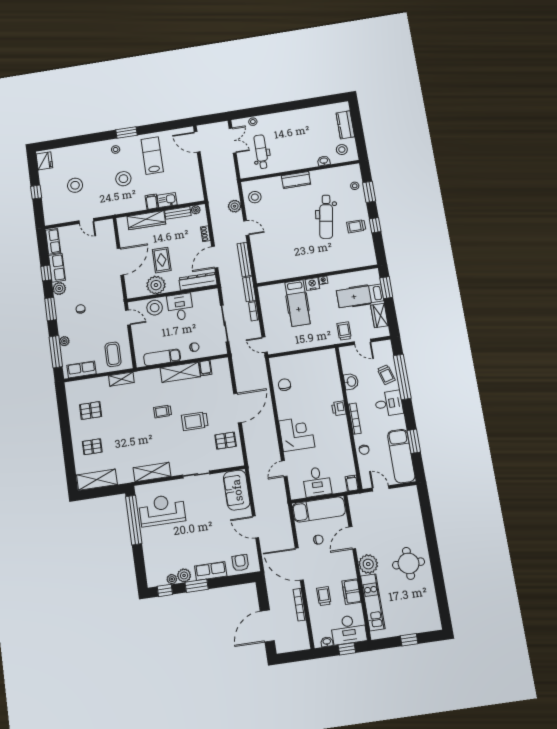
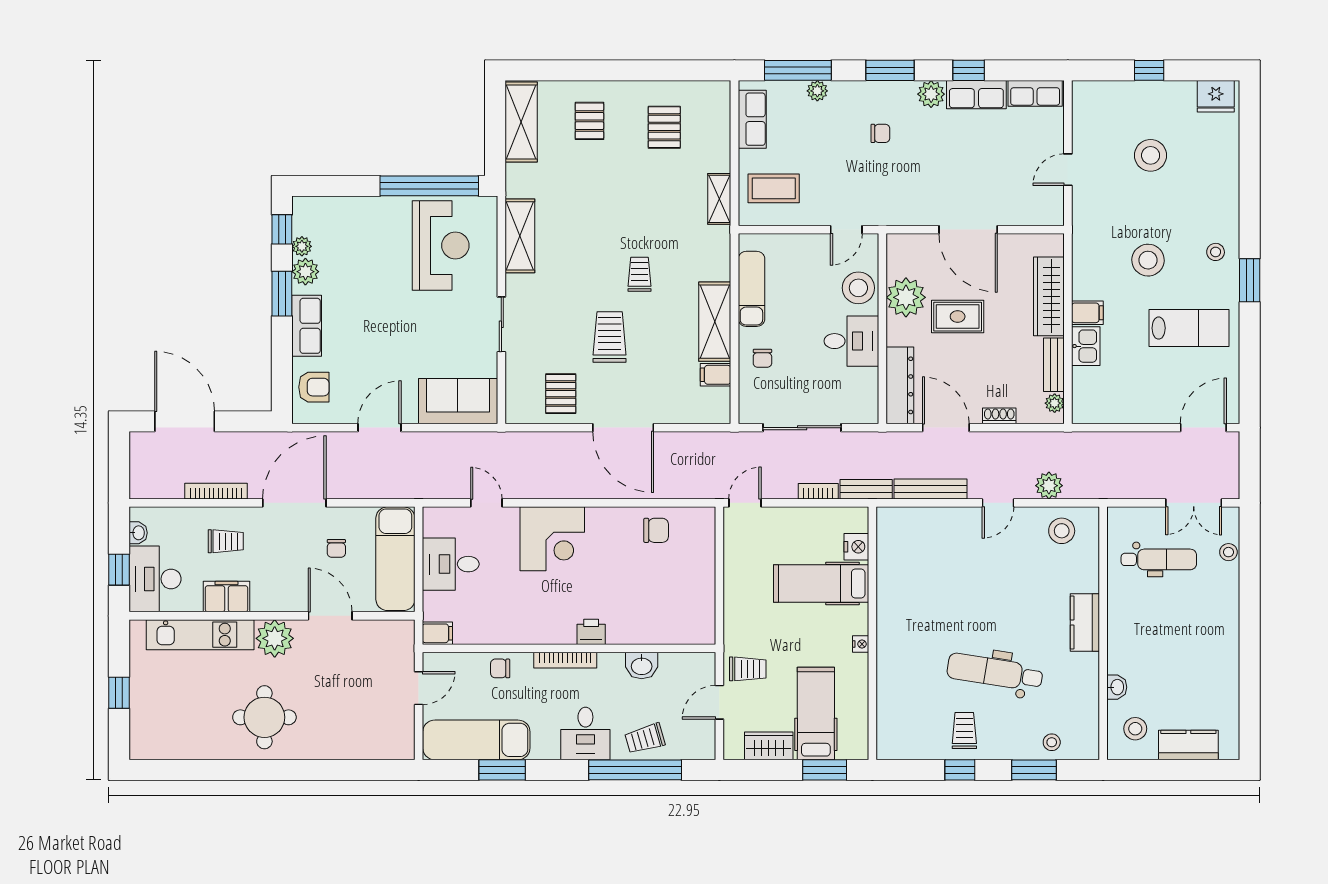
nightstand: (312, 284) -> (856, 547), moved

